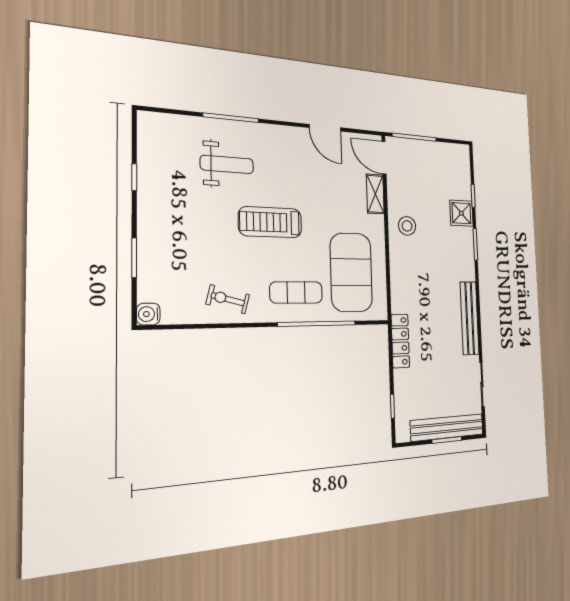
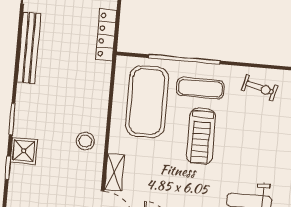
treadmill: (270, 222) -> (201, 136), moved, turned 90

